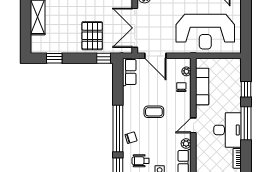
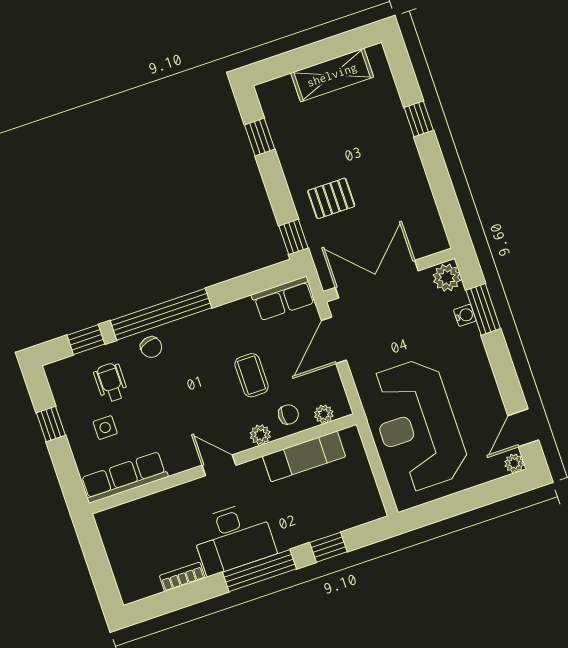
pallet: (92, 36) -> (331, 198), width x0.67, depth x0.71
coffee table: (154, 112) -> (252, 375), moved
plant: (186, 144) -> (260, 435), moved

